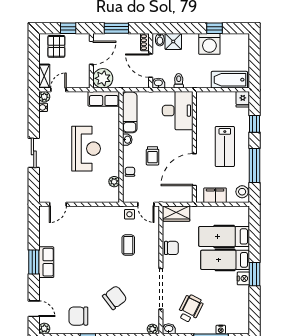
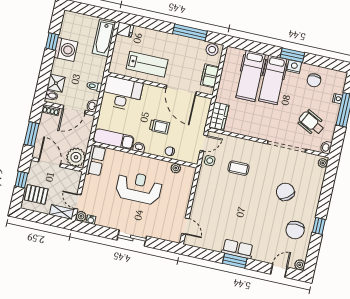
window: (255, 124) -> (151, 24), removed
lab bench: (225, 146) -> (147, 64), moved
chair: (171, 248) -> (314, 80), moved, turned 180

